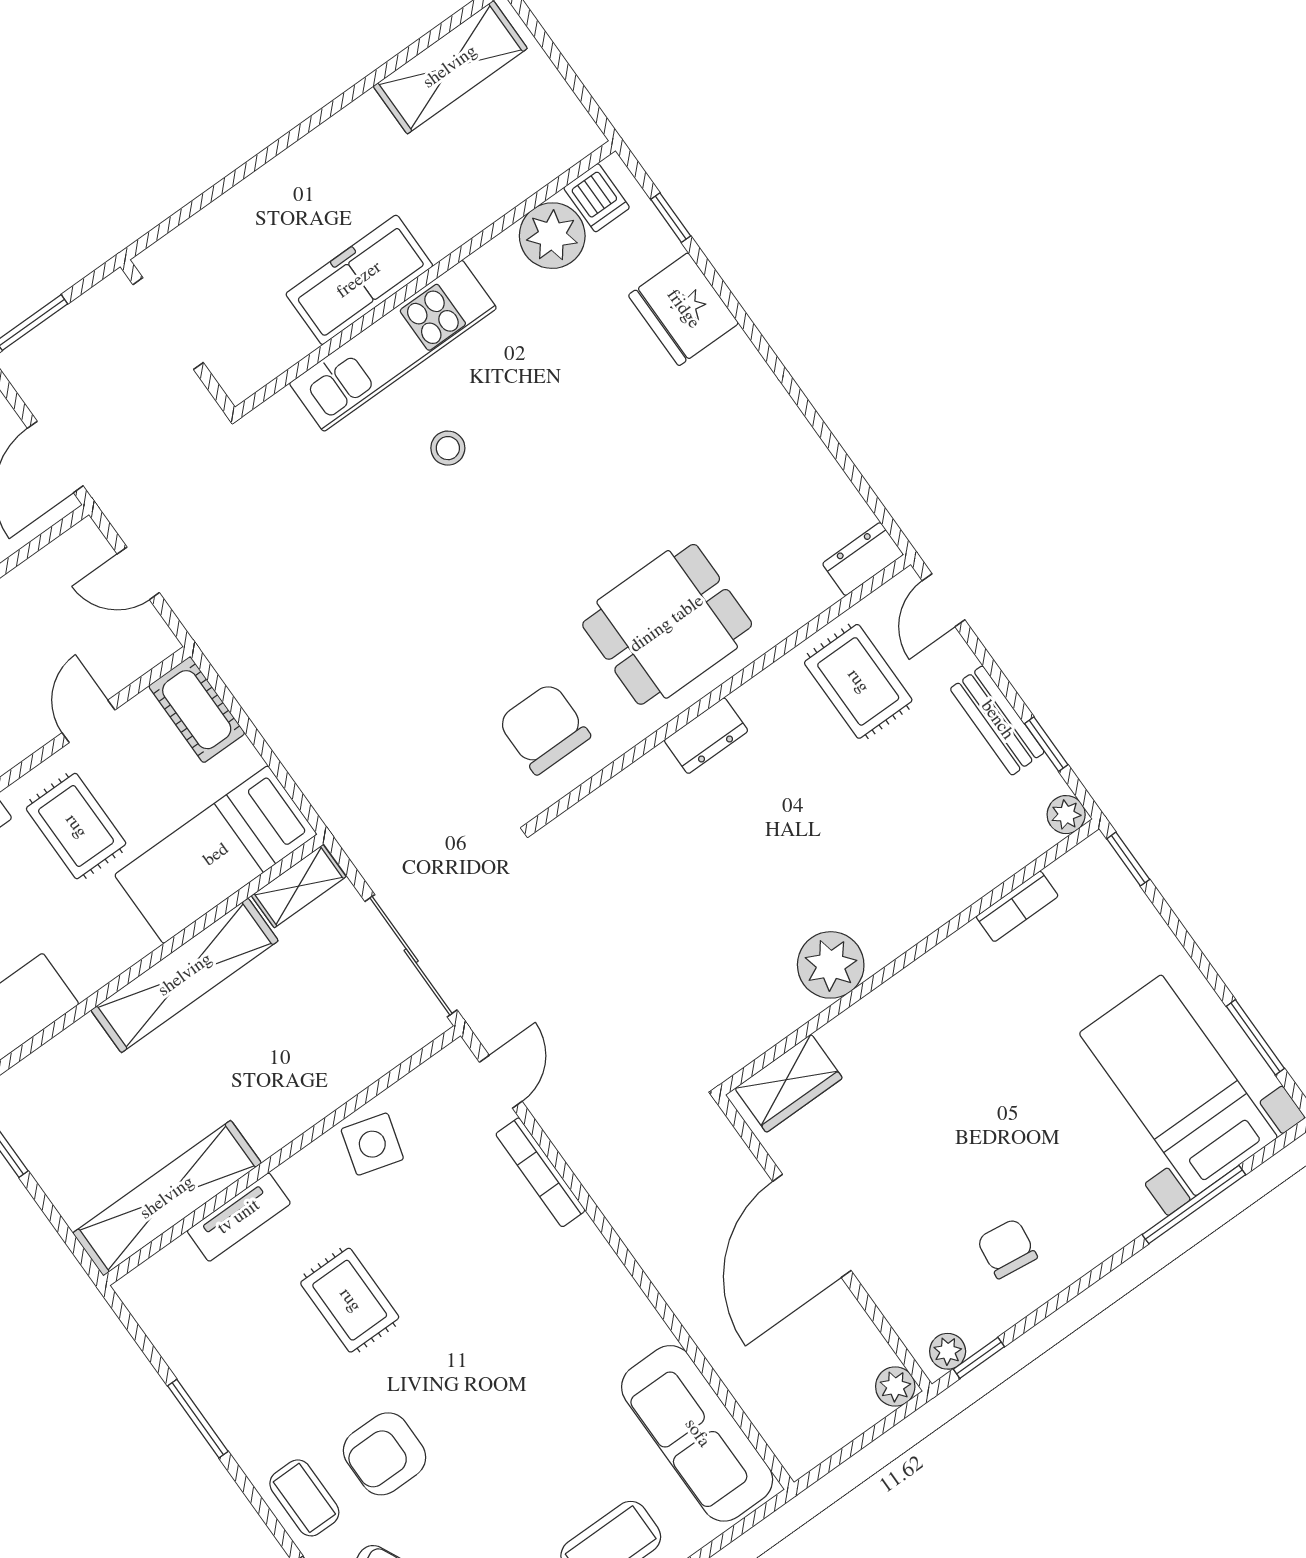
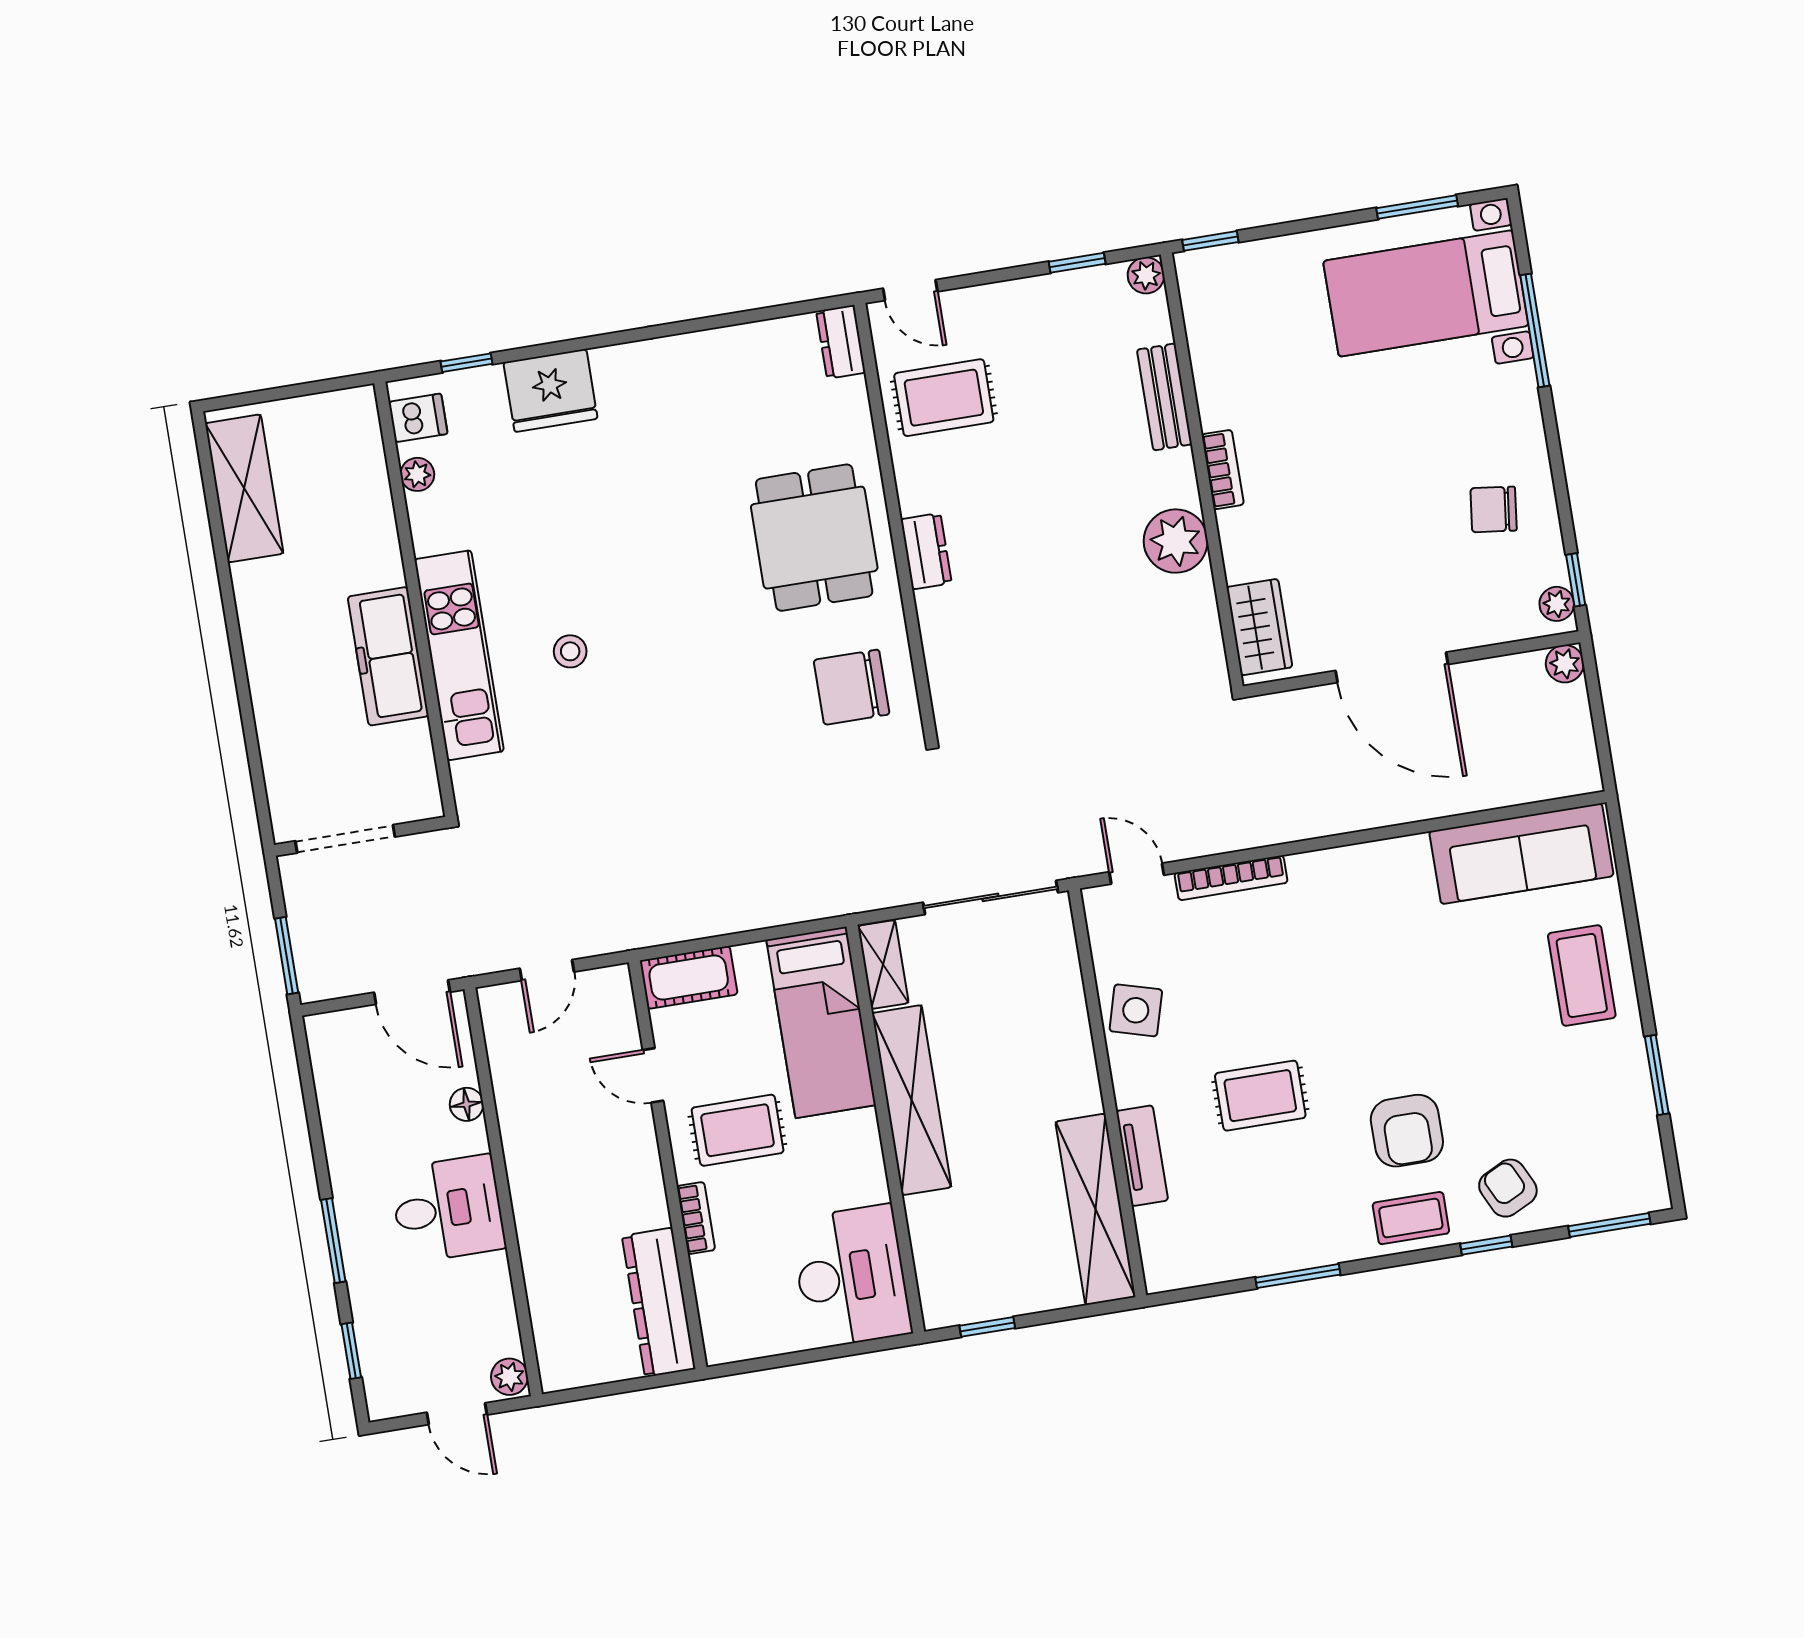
plant: (552, 236) -> (417, 474), width x0.53, depth x0.53
bench: (997, 720) -> (1164, 397), moved, turned 90
bookcase: (1017, 906) -> (1223, 470), moved

